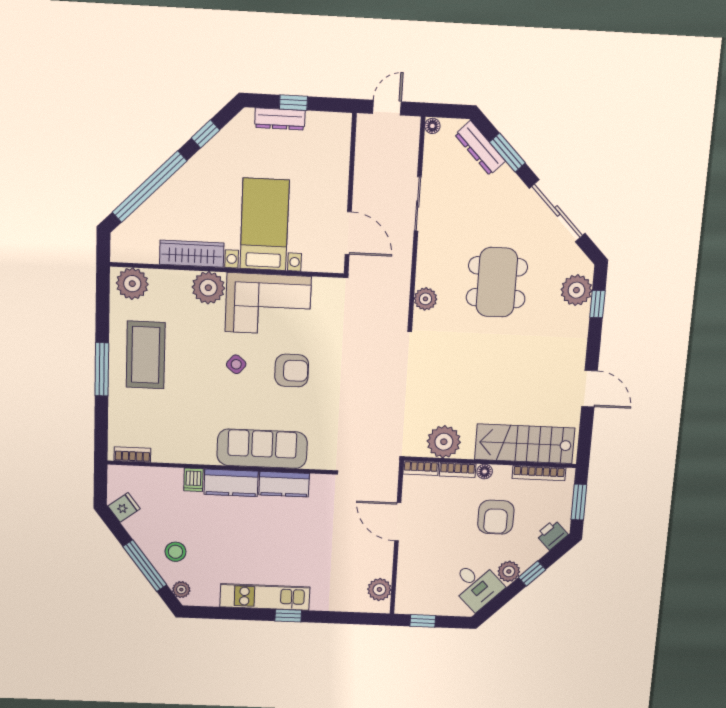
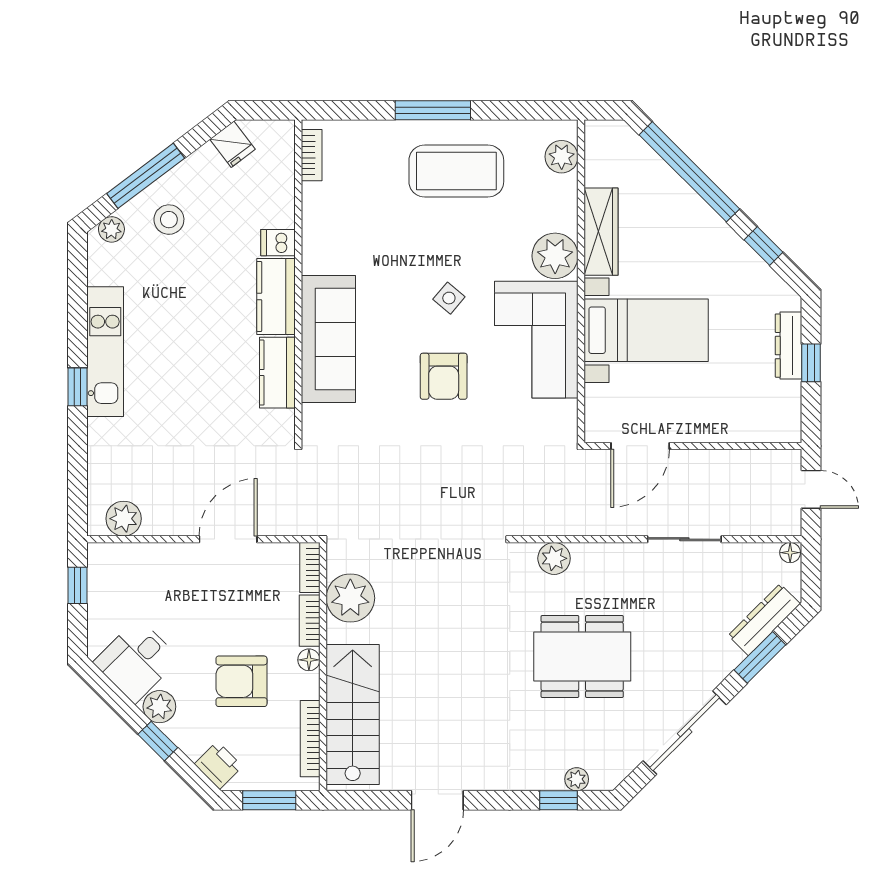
plant: (132, 284) -> (562, 157), width x0.73, depth x0.73
plant: (576, 290) -> (577, 779), width x0.53, depth x0.53

